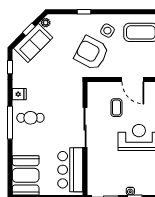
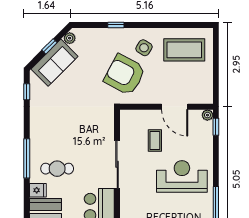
fridge: (19, 94) -> (38, 190), moved
cafe table: (30, 118) -> (57, 169), moved

